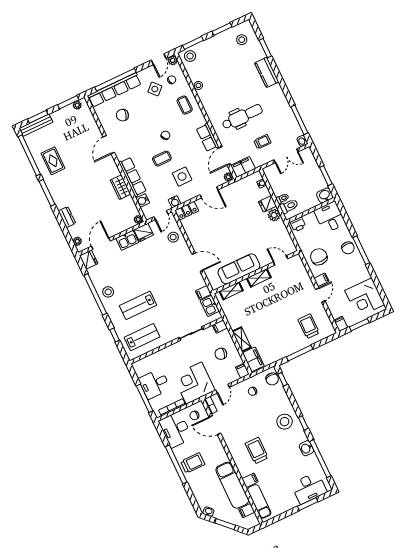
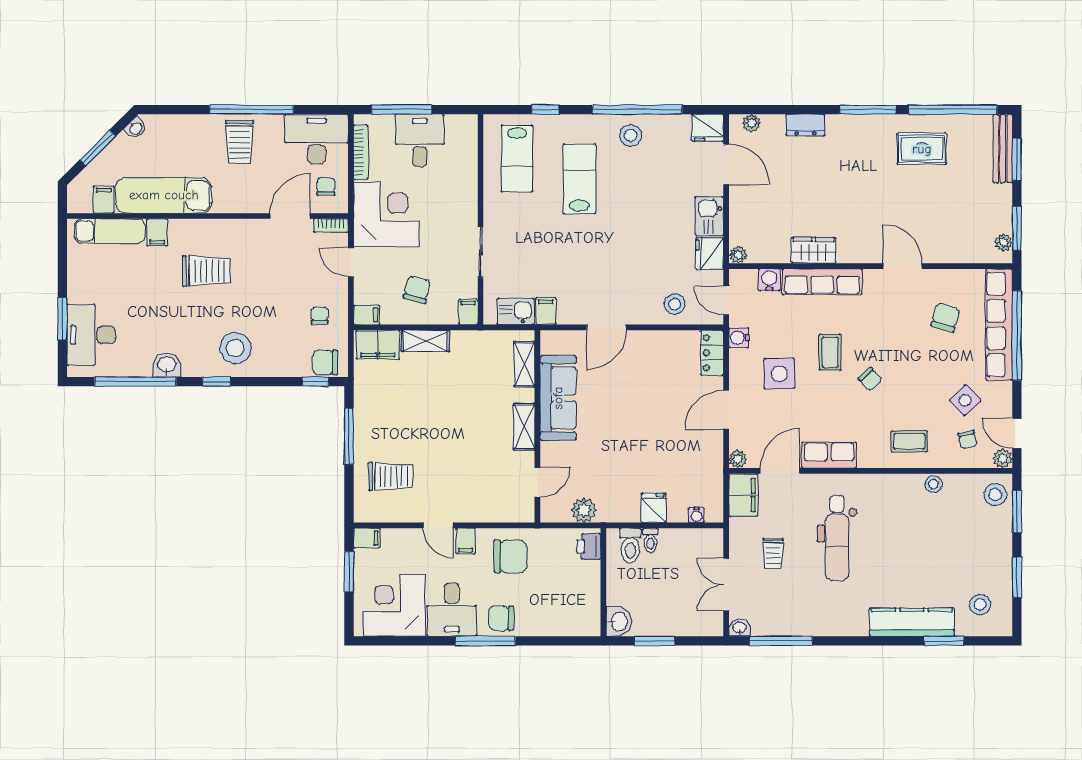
kitchen counter: (267, 72) -> (912, 622), width x1.50
door: (225, 156) -> (780, 471), hinge flipped
plant: (274, 215) -> (584, 510), moved
desk: (330, 217) -> (452, 610), moved, turned 90

